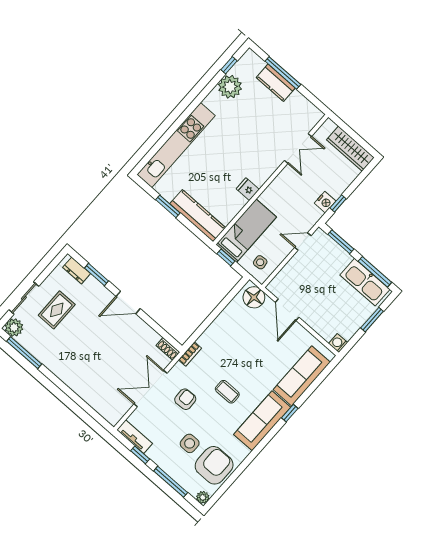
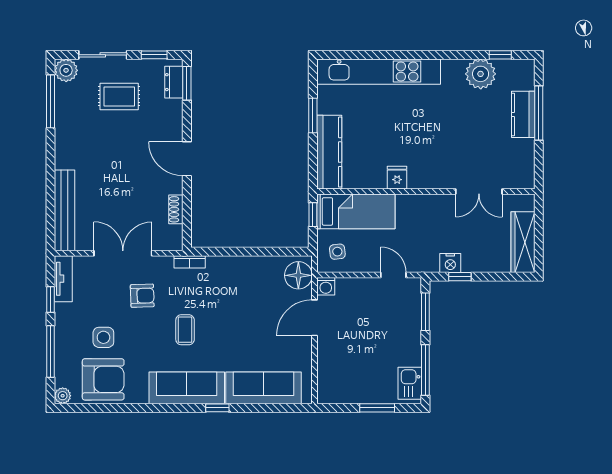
window: (50, 268) -> (154, 55), added
window: (96, 274) -> (187, 83), moved
kitchen sink: (365, 282) -> (410, 383), width x0.53, depth x0.81
washing machine: (338, 343) -> (326, 286), moved, turned 180
shoe rack: (168, 349) -> (176, 209), moved
bench: (95, 401) -> (65, 210), added

